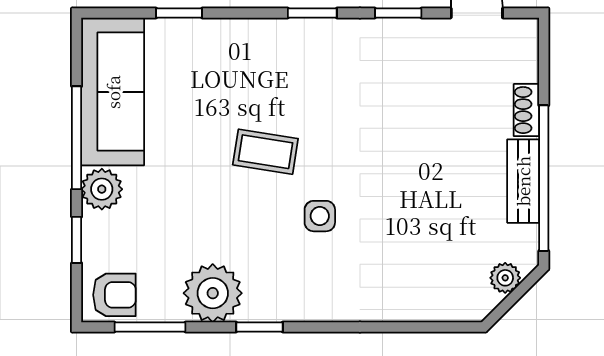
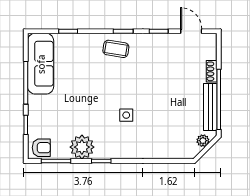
coffee table: (265, 152) -> (116, 49), moved
bench: (523, 181) -> (210, 107), width x1.36
plant: (102, 189) -> (36, 104), removed

